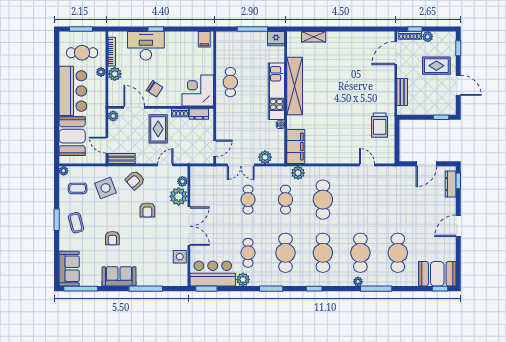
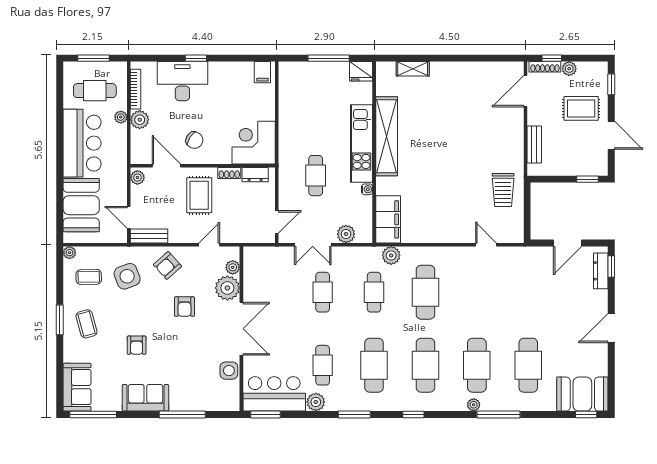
cafe table: (230, 82) -> (316, 176), moved

